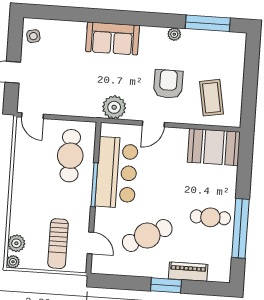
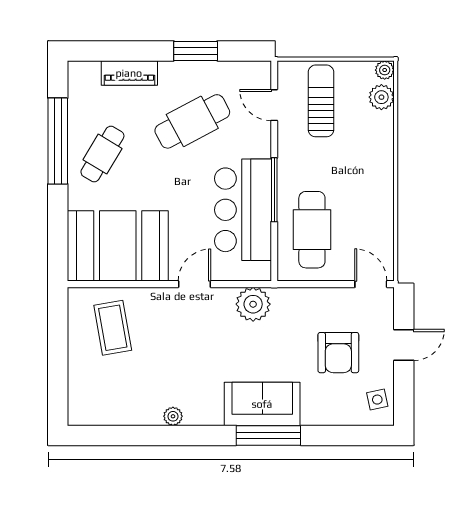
window: (208, 23) -> (268, 435), moved
armchair: (168, 84) -> (338, 353), moved
booth: (214, 147) -> (118, 246), width x1.36, depth x1.42
cafe table: (210, 217) -> (102, 154), turned -59
window: (166, 285) -> (196, 51), moved

